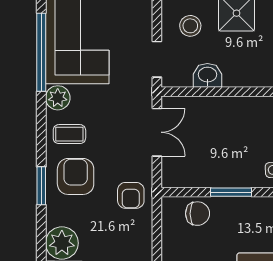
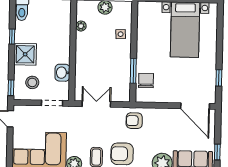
window: (231, 192) -> (133, 71), moved
armchair: (131, 195) -> (134, 121), turned 180

